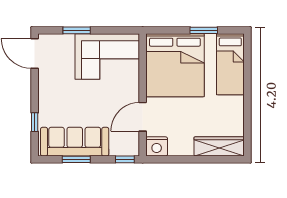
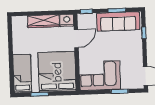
wardrobe: (219, 146) -> (43, 21), moved

